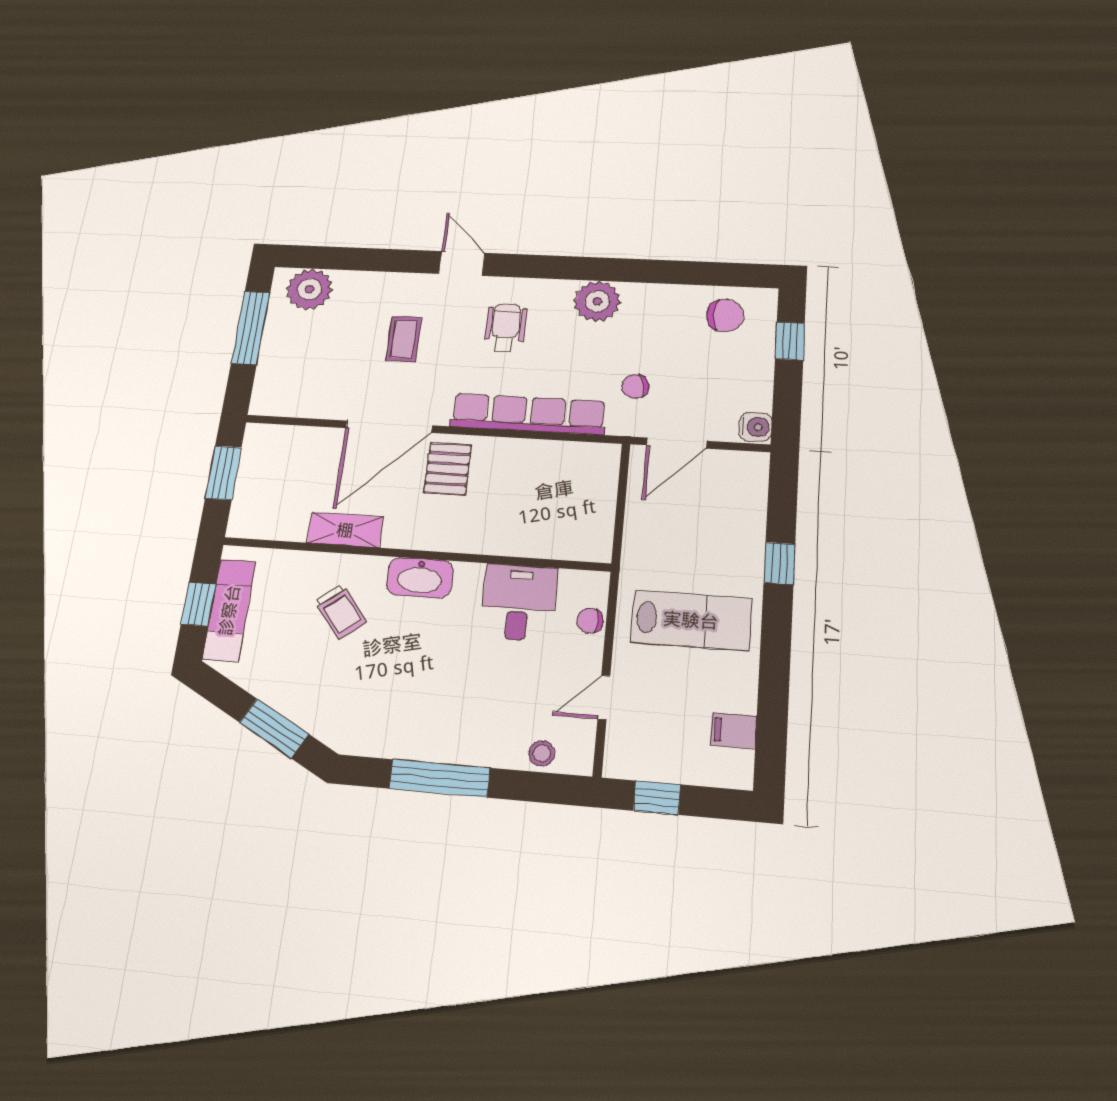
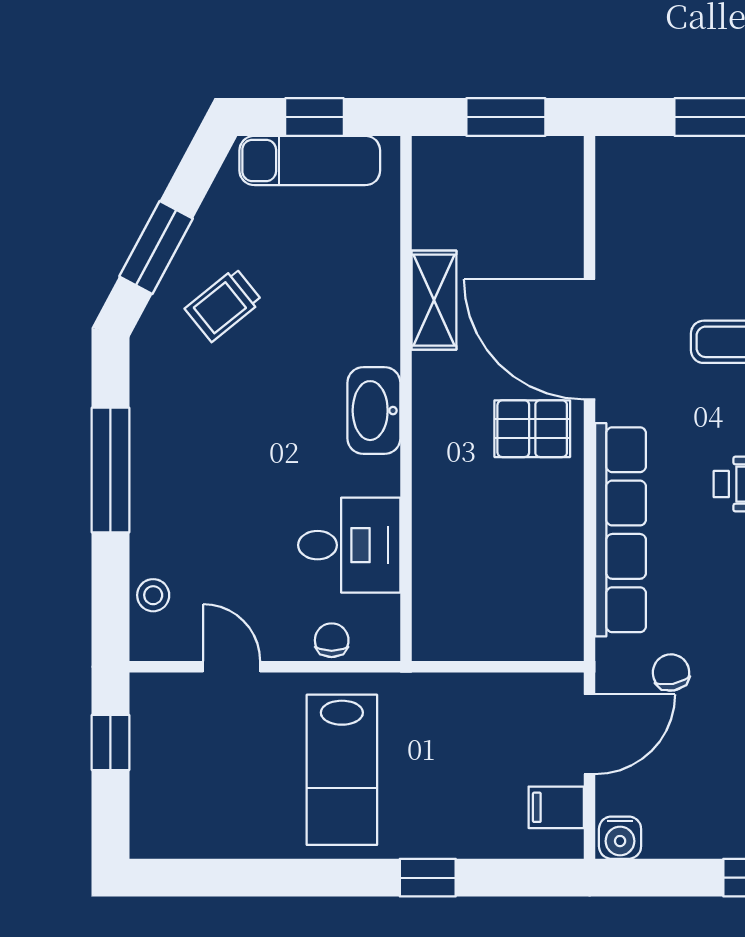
door: (677, 443) -> (590, 734), swing flipped
trolley: (341, 612) -> (223, 305), moved
filing cabinet: (734, 731) -> (556, 807), moved, turned -90

